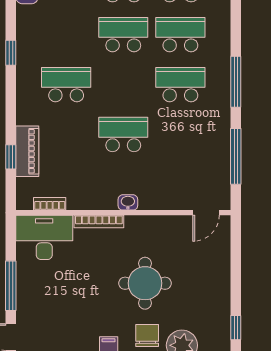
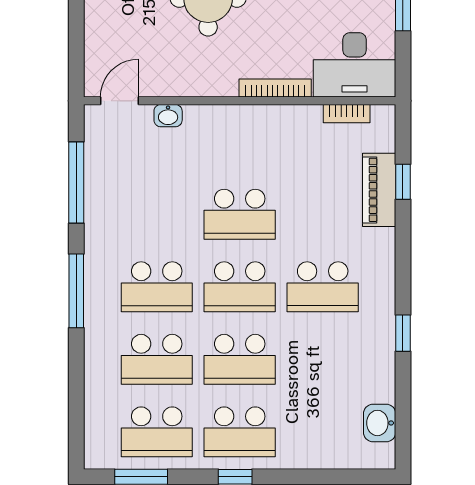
school desk: (123, 85) -> (240, 287), added
washbasin: (128, 202) -> (168, 116), moved

